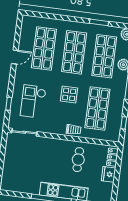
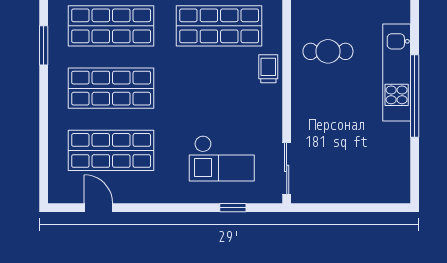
door: (15, 57) -> (98, 208), moved
display table: (69, 94) -> (198, 87), removed

